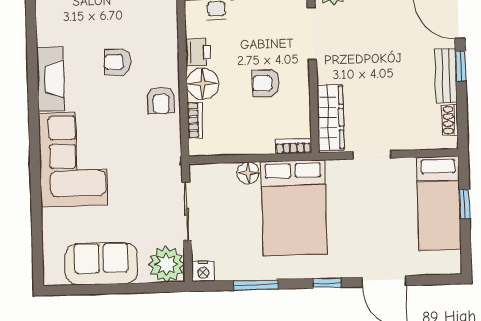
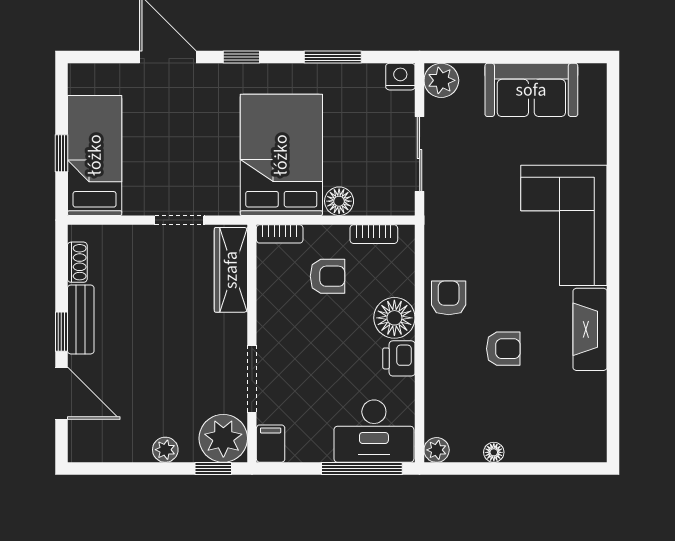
armchair: (266, 83) -> (327, 276), moved
bookcase: (195, 120) -> (374, 234), moved, turned -90
plant: (166, 264) -> (441, 80), width x0.73, depth x0.73

